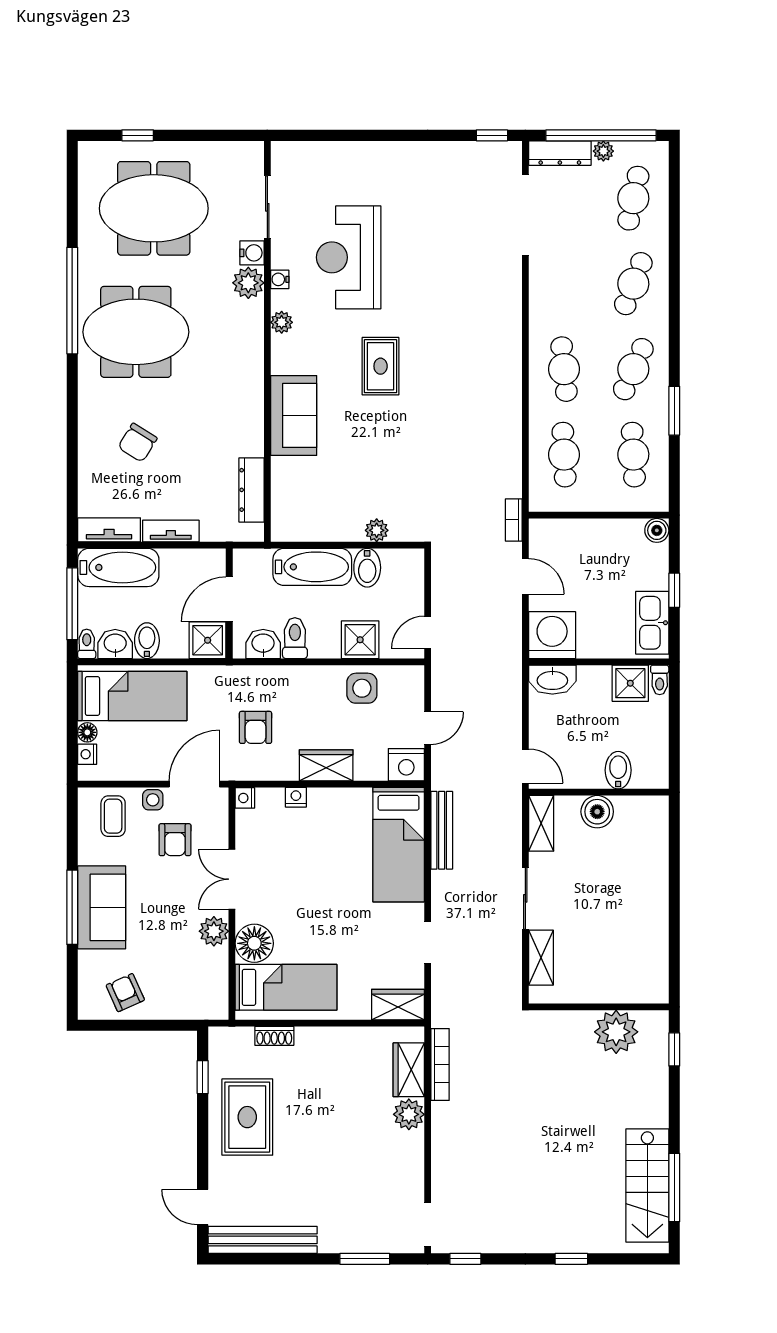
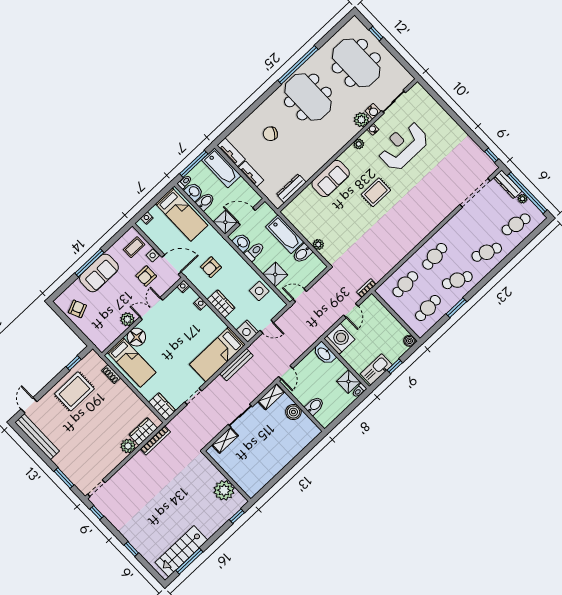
floor lamp: (87, 732) -> (154, 211), removed

